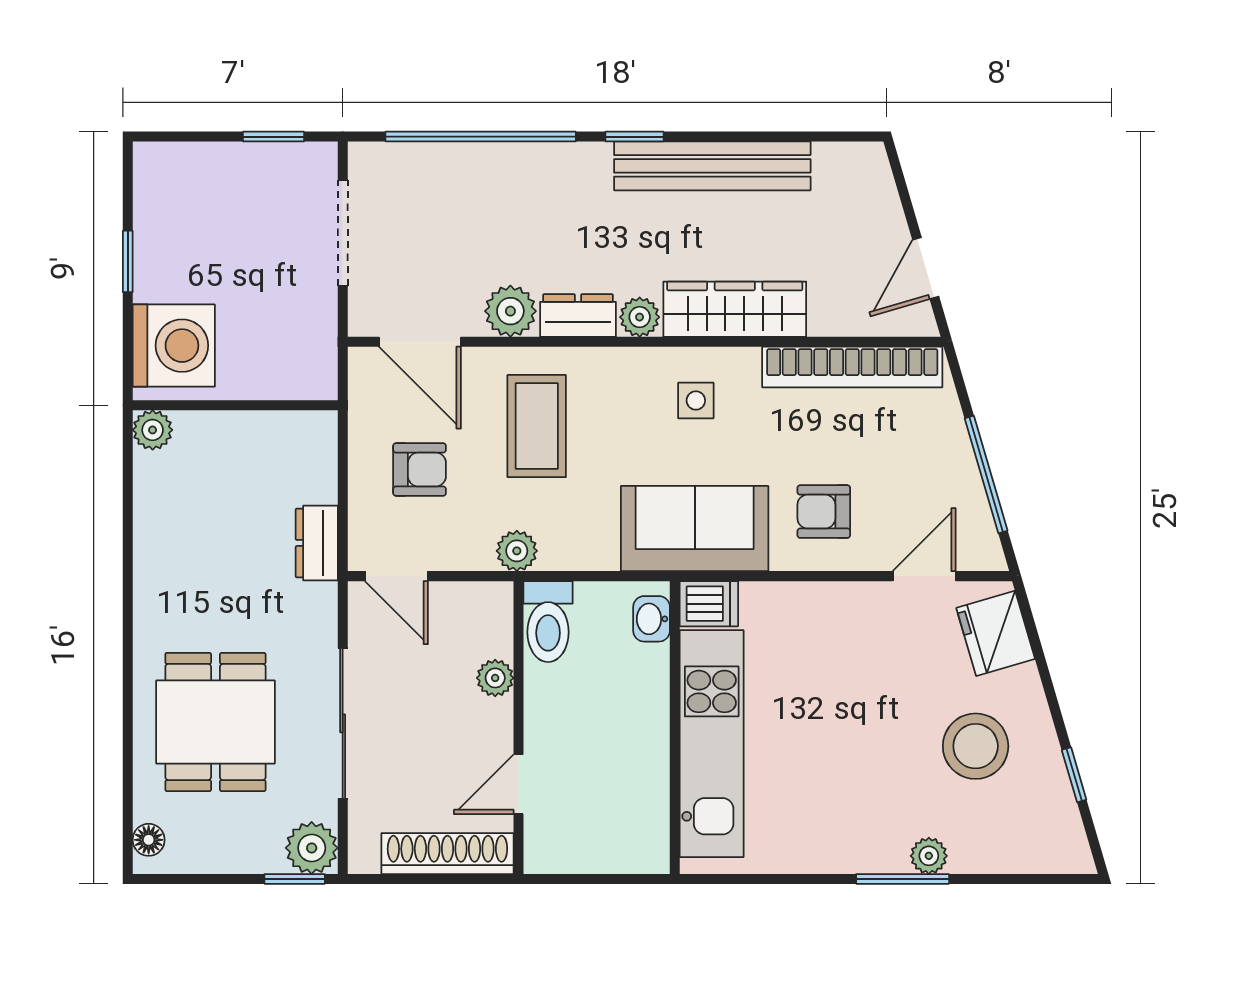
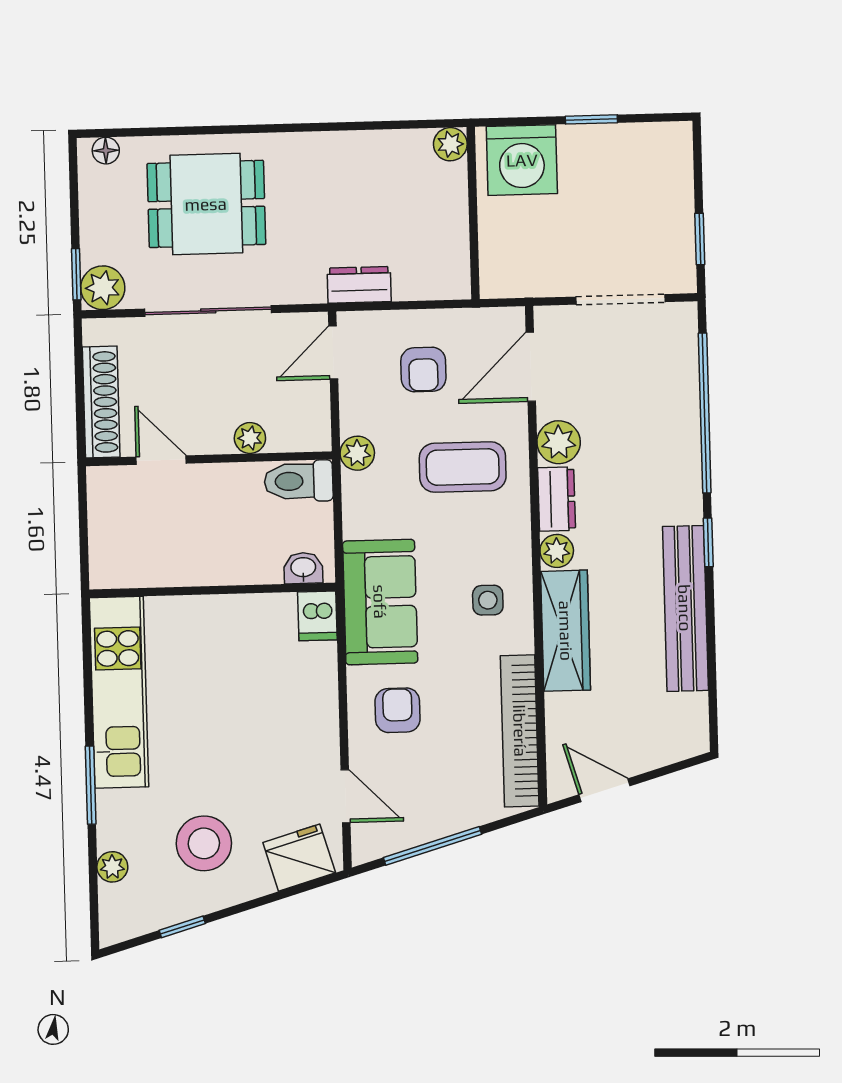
kitchen unit: (712, 744) -> (119, 692), moved, turned -90
plant: (929, 856) -> (112, 867), moved

